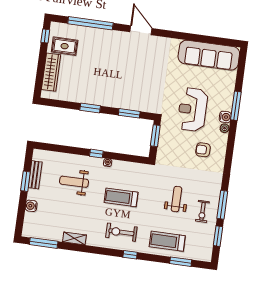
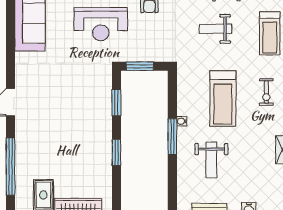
window: (96, 154) -> (172, 137), width x2.17
treadmill: (121, 197) -> (223, 98), width x1.37, depth x1.38
exercise bike: (121, 232) -> (266, 92), width x0.73, depth x0.72

